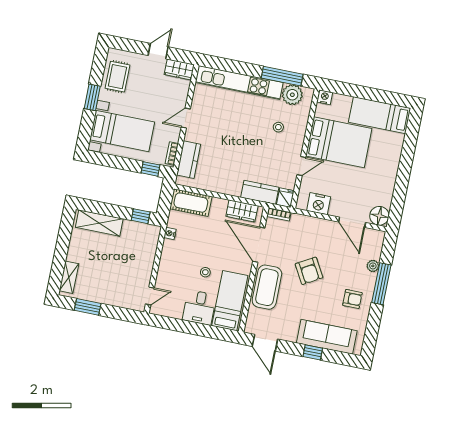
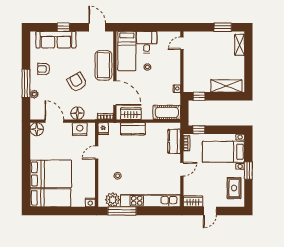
bed: (339, 142) -> (51, 174), moved, turned 180
kitchen counter: (260, 192) -> (133, 129), moved
floor lamp: (317, 227) -> (77, 113), added

